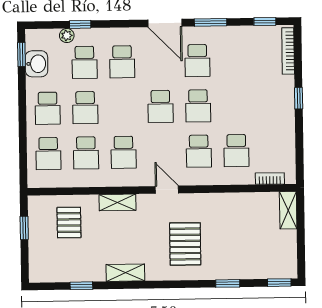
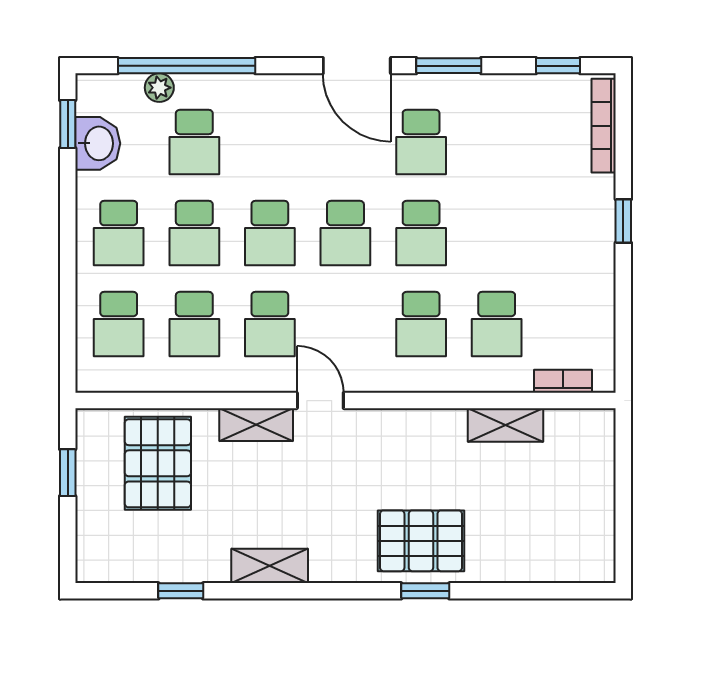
window: (80, 24) -> (187, 66), width x3.17
school desk: (122, 62) -> (270, 233), moved
door: (167, 190) -> (320, 401), moved
shelving: (288, 210) -> (506, 425), moved, turned 90
pallet: (69, 222) -> (158, 463), width x1.50, depth x1.42
pallet: (185, 244) -> (421, 541), moved, turned 90
window: (228, 283) -> (425, 591), moved
window: (279, 283) -> (578, 591), removed

